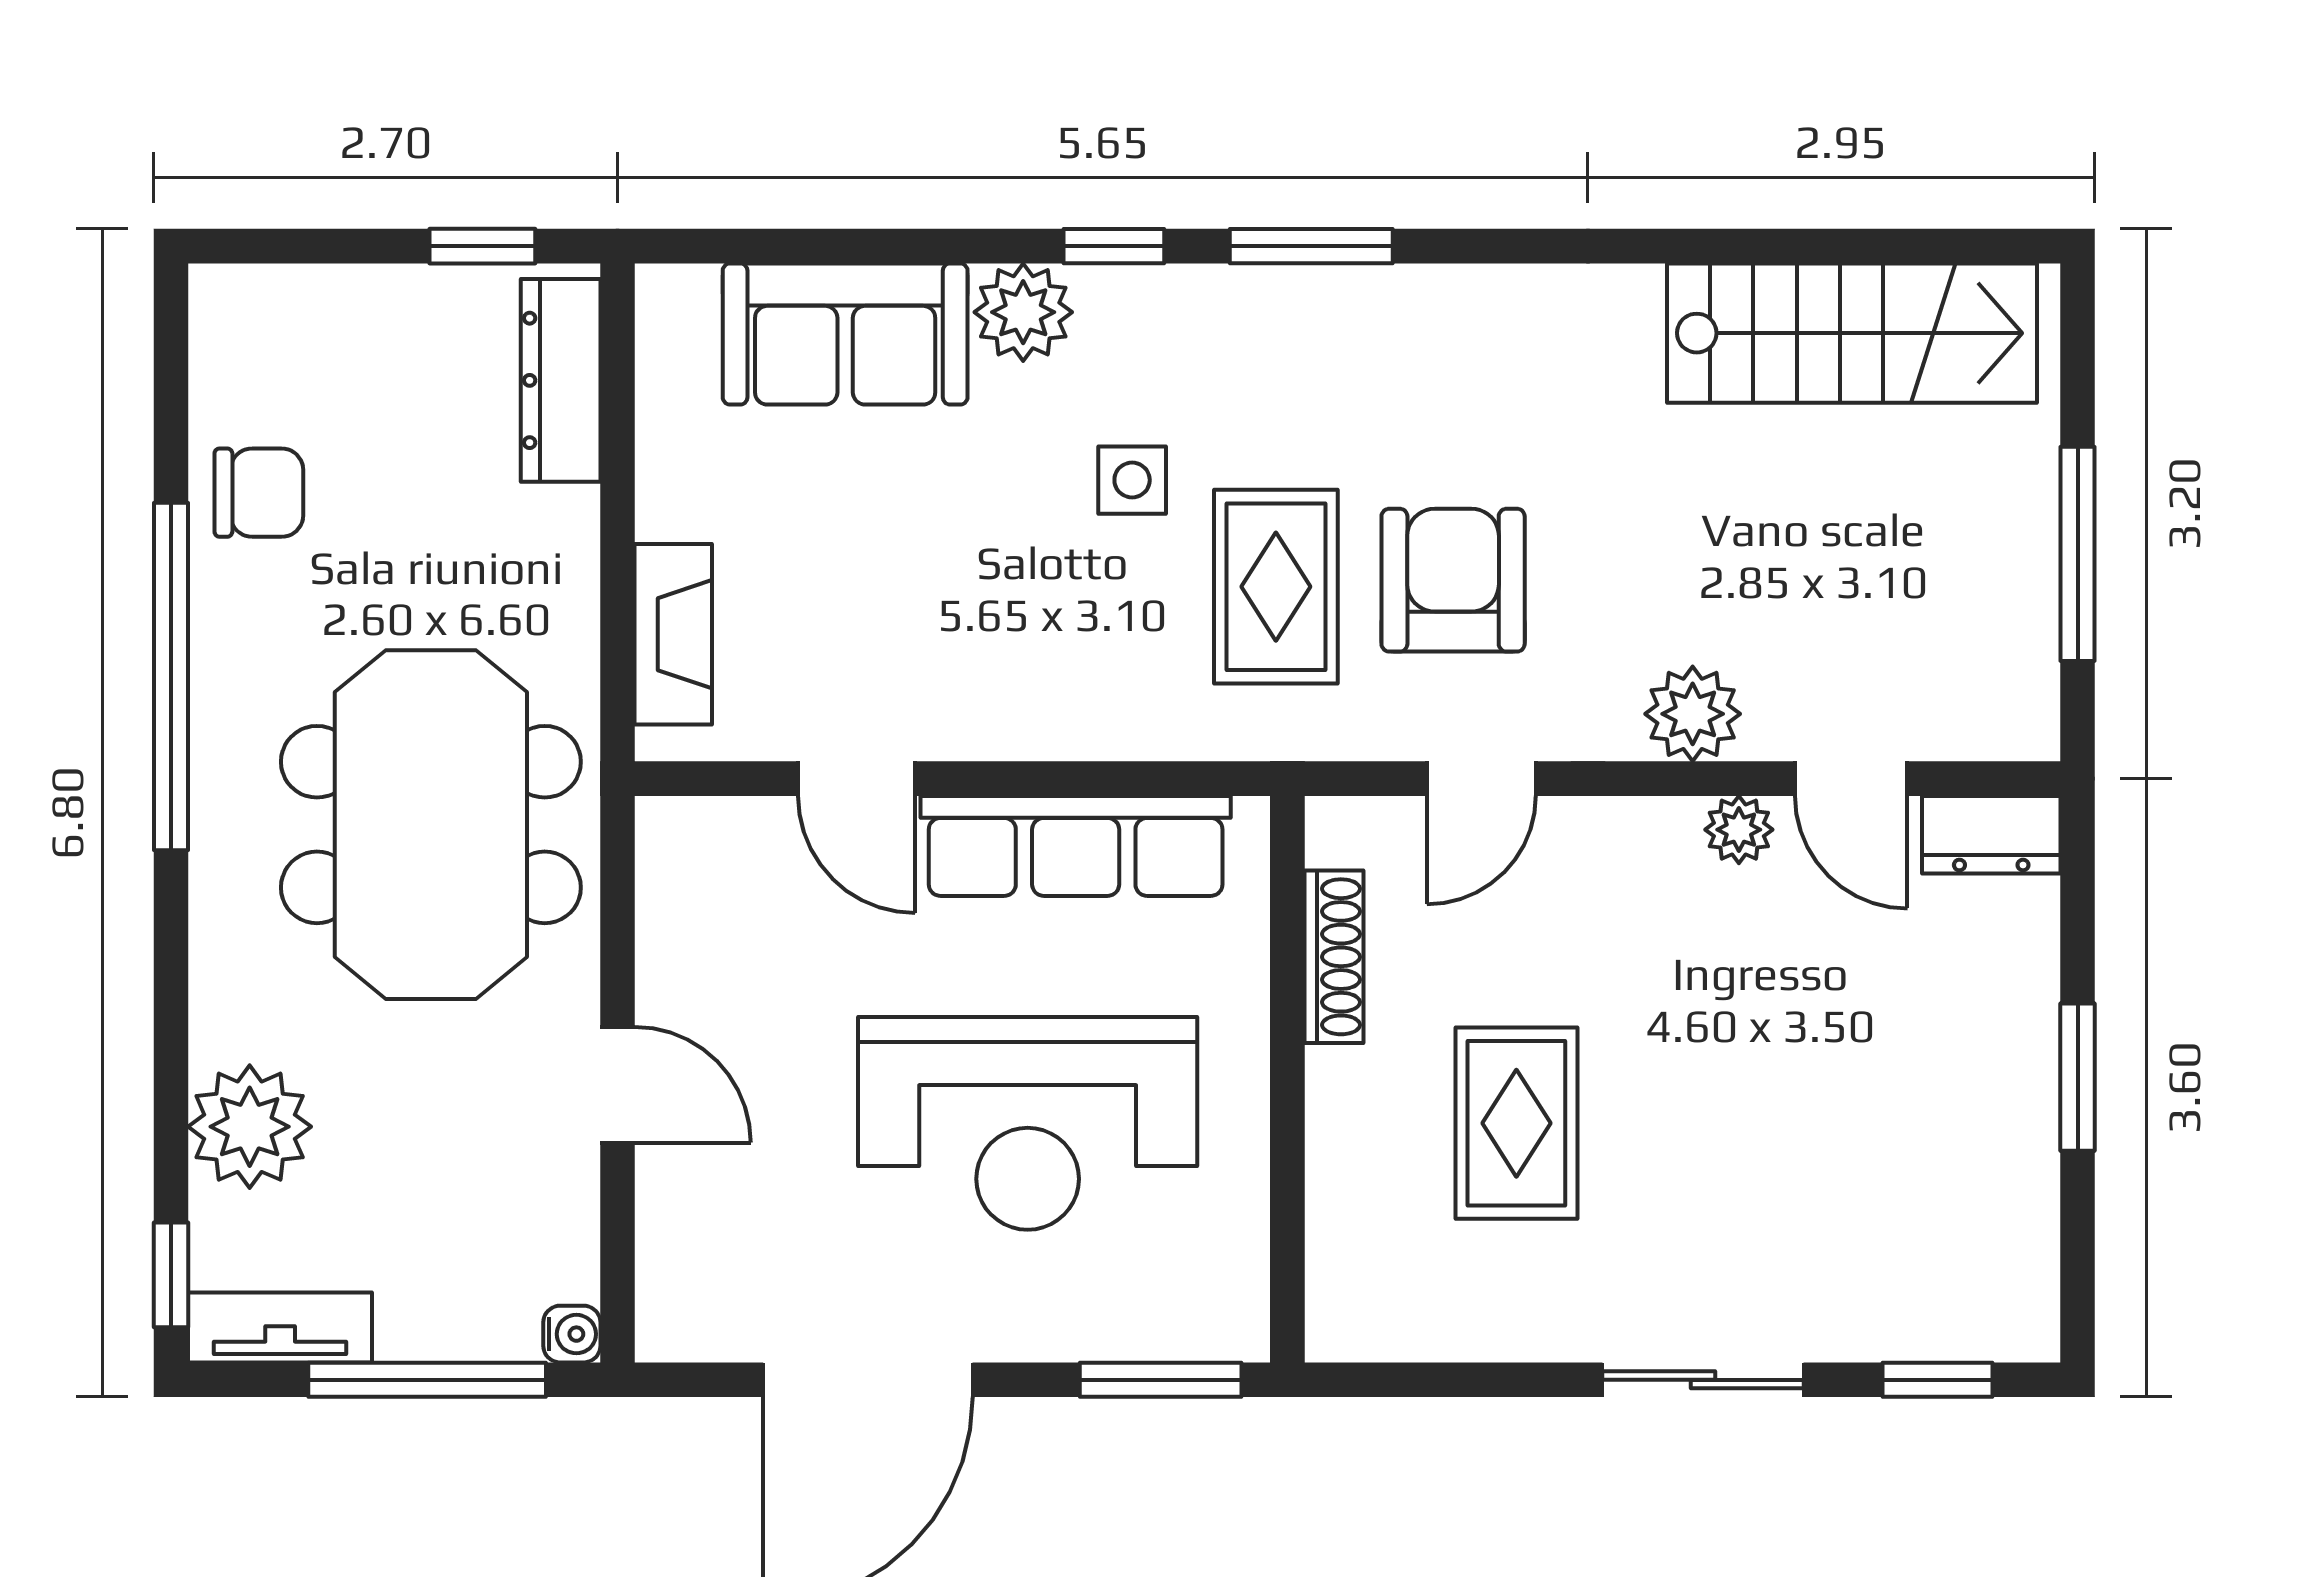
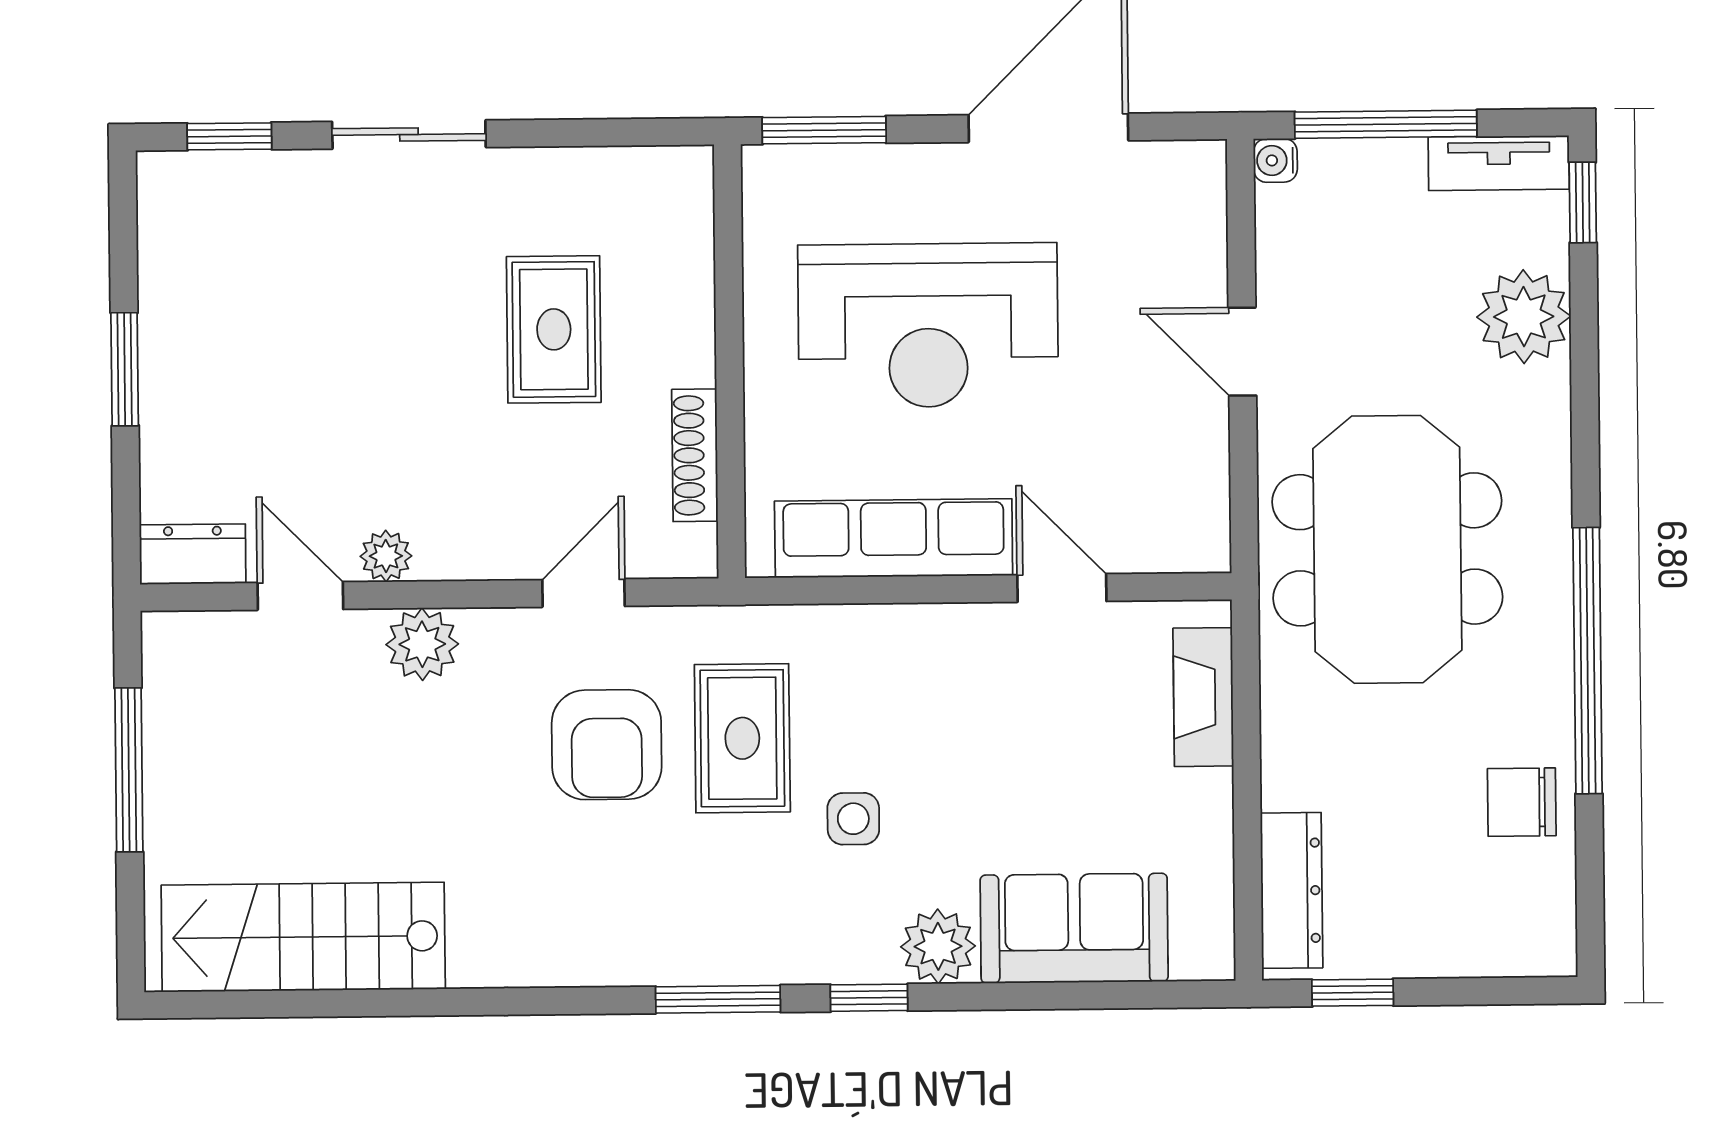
reception desk: (1028, 1123) -> (928, 325), turned 180

